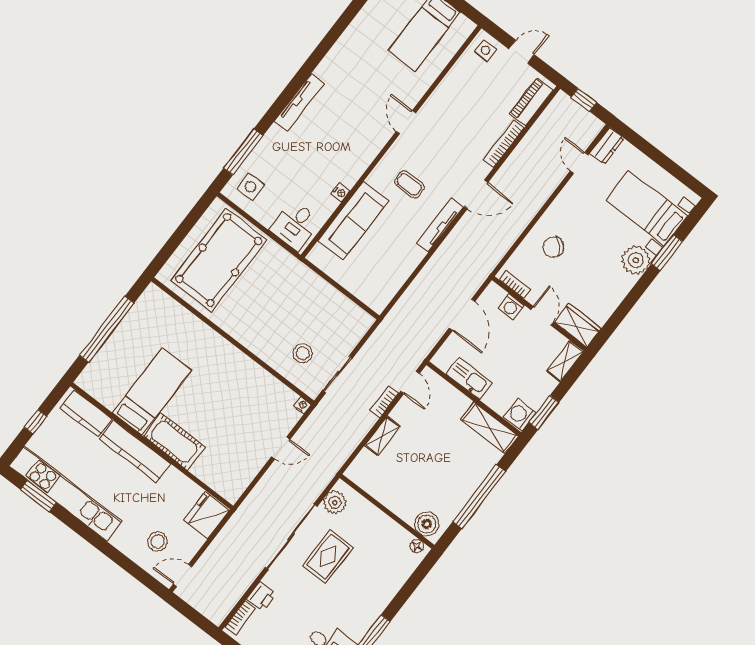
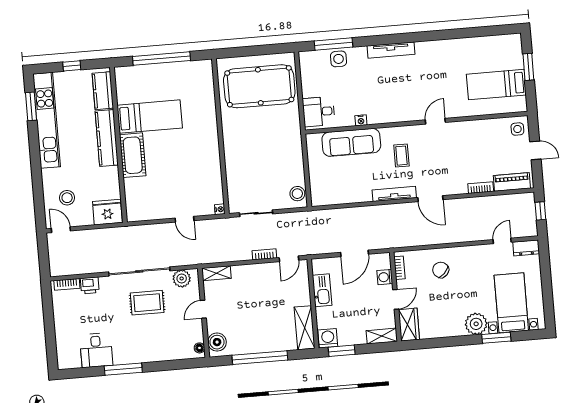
bookcase: (504, 144) -> (481, 188), width x0.64
side table: (251, 187) -> (339, 59), moved
stool: (303, 353) -> (297, 194), moved
shelving: (382, 436) -> (216, 273), moved
door: (383, 509) -> (203, 309), added

